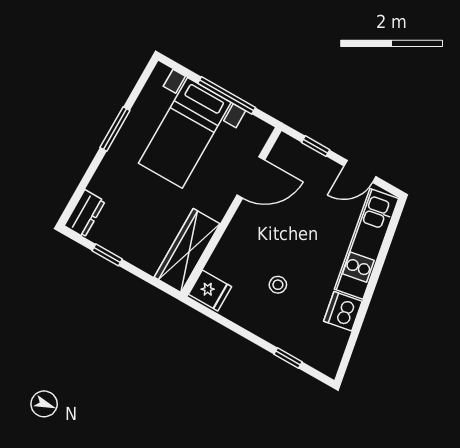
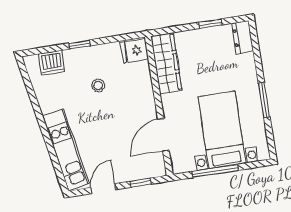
dishwasher: (343, 311) -> (52, 63), moved, turned 100
window: (288, 358) -> (79, 44), moved

